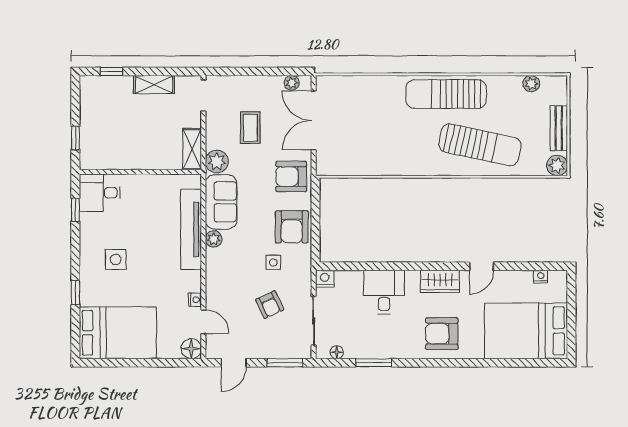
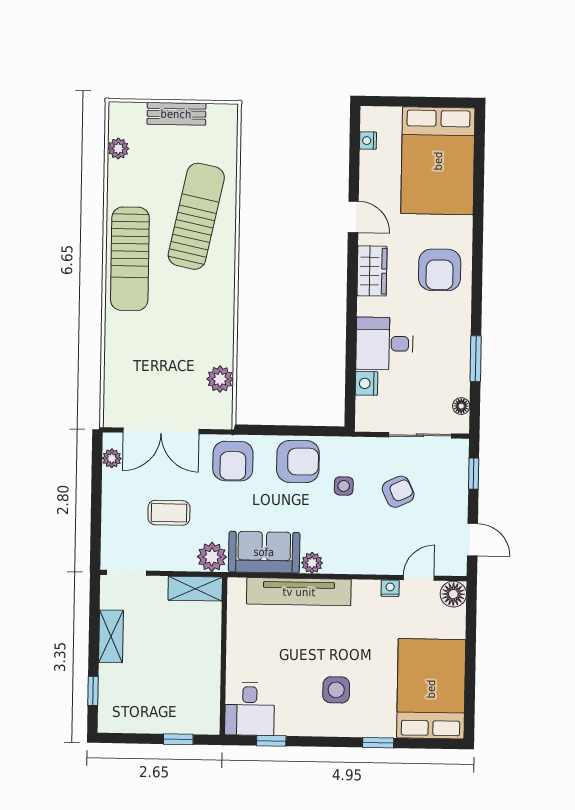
plant: (557, 165) -> (220, 379), moved
nightstand: (325, 279) -> (366, 383), moved
window: (285, 363) -> (474, 474), width x0.67

